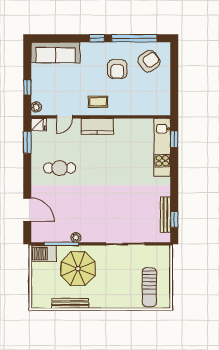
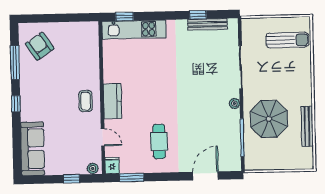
window: (134, 38) -> (15, 63), width x0.68
armchair: (117, 69) -> (49, 81), removed
window: (174, 220) -> (198, 15), moved
plant: (76, 237) -> (234, 103), moved
barbecue: (44, 254) -> (253, 157), removed

